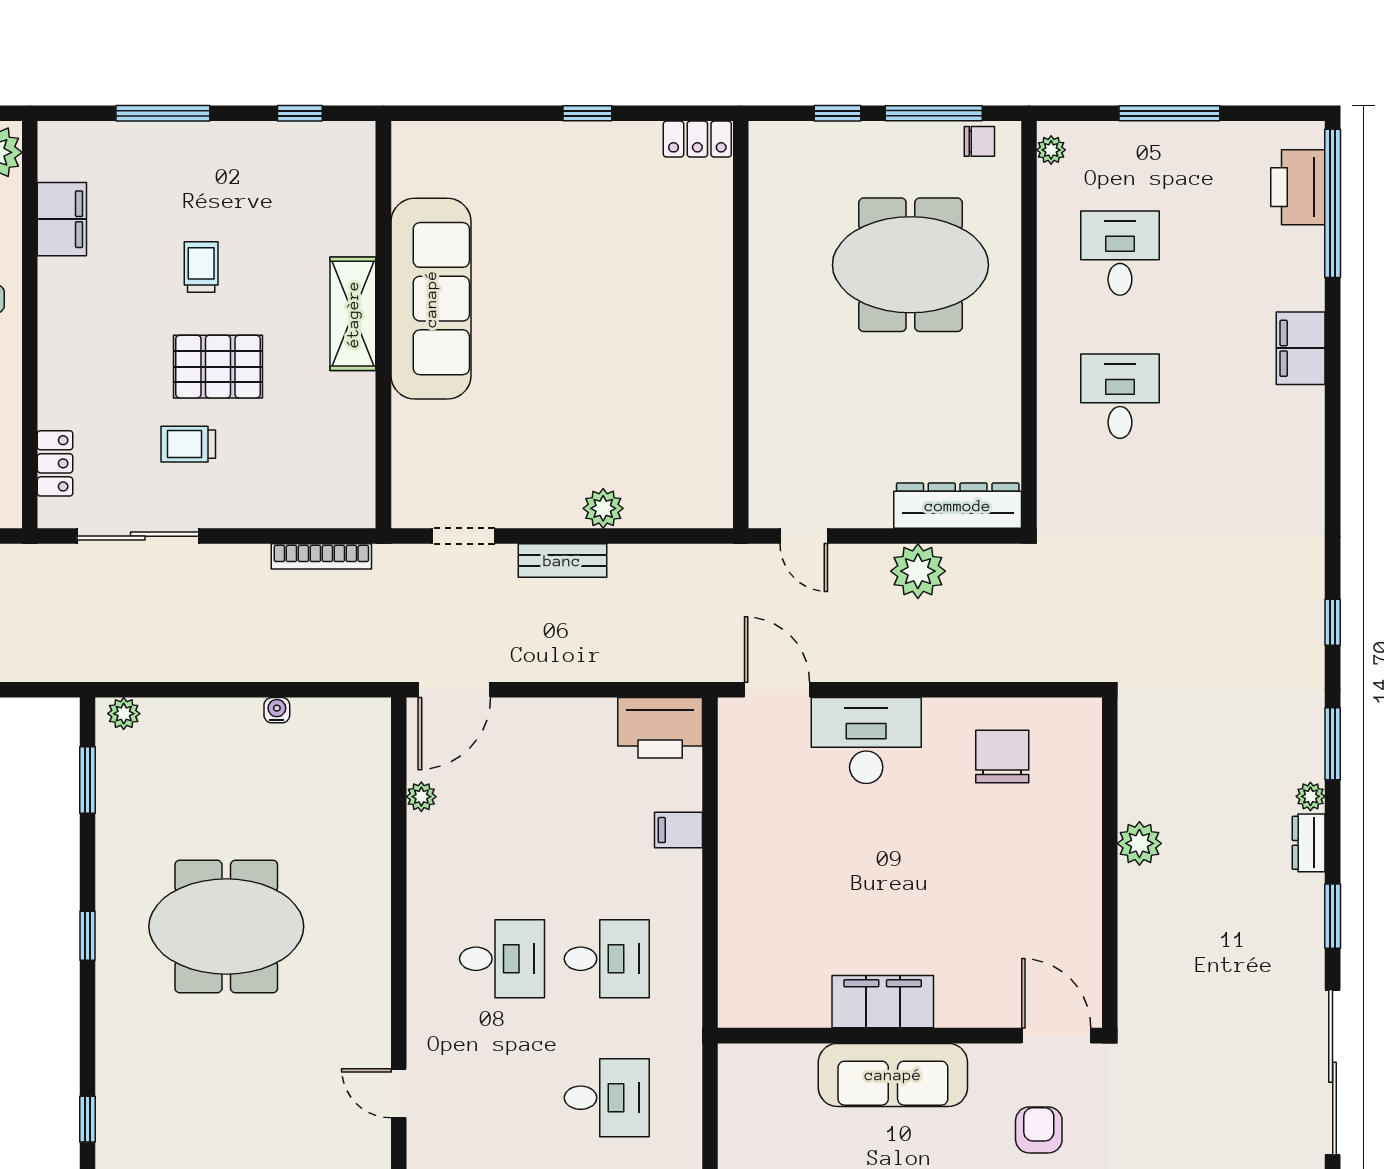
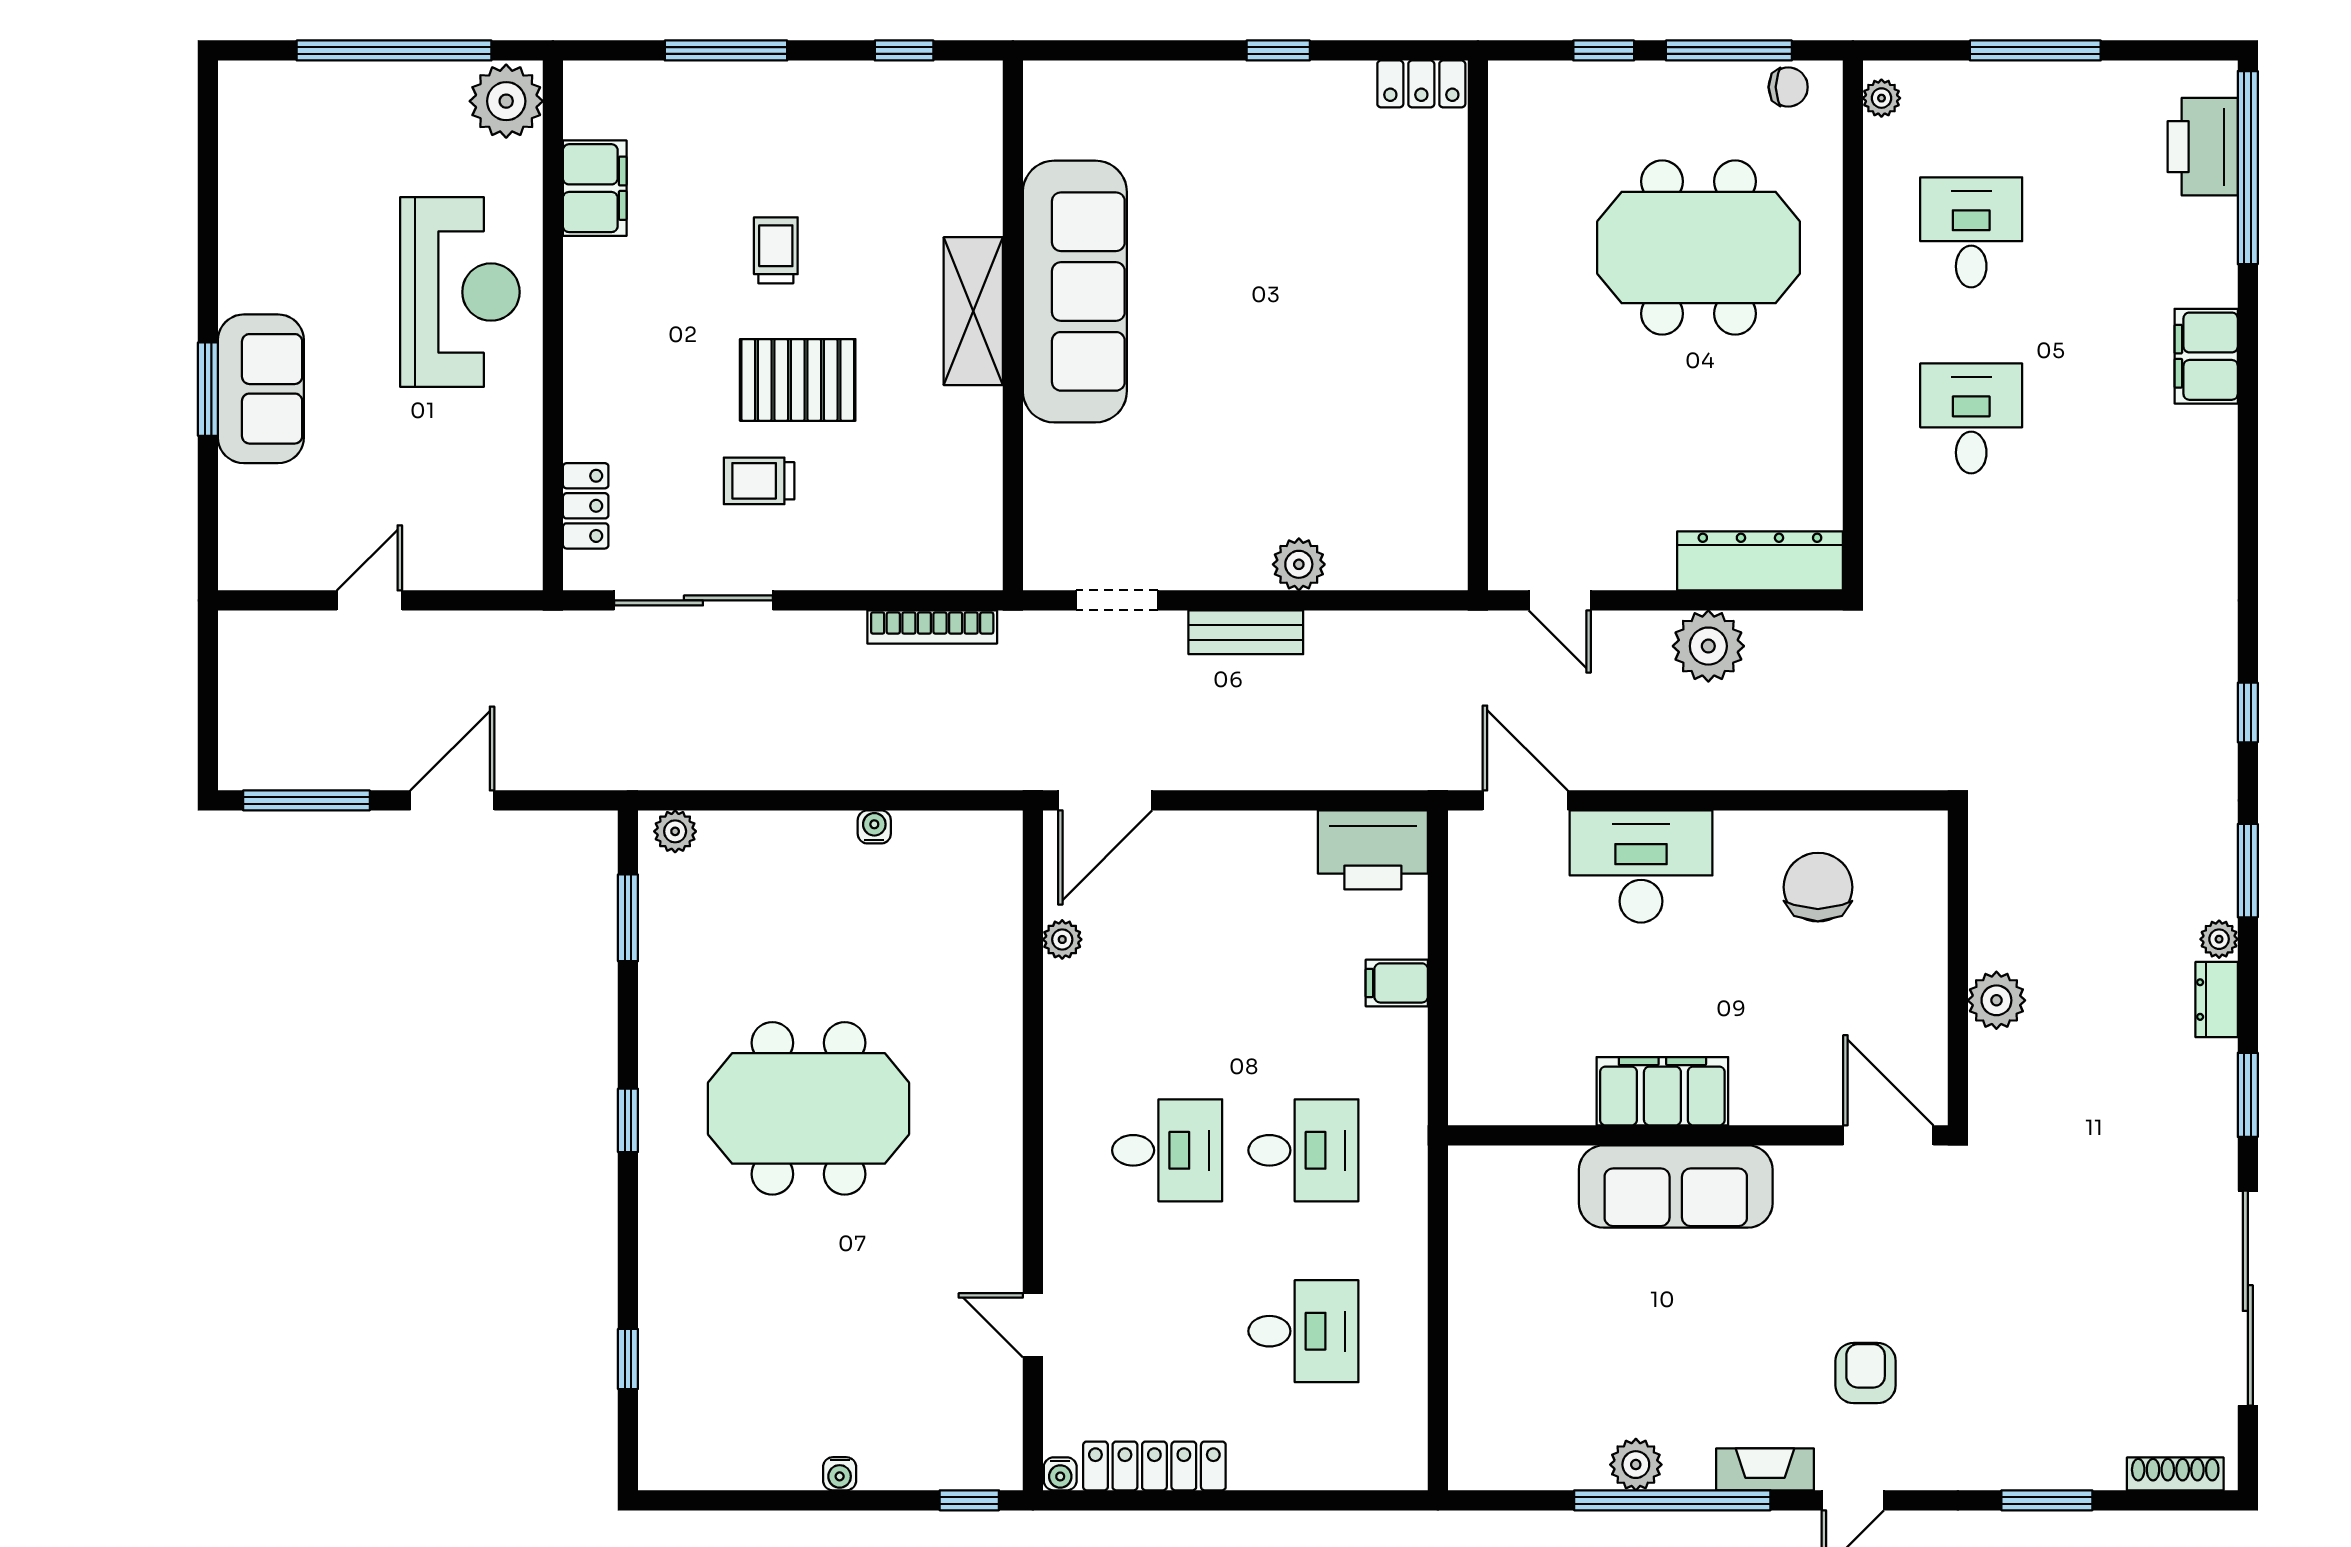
filing cabinet: (883, 1002) -> (1662, 1091), moved
wall: (910, 1036) -> (1698, 1135), moved
door: (1056, 1036) -> (1888, 1135), moved
sofa: (893, 1075) -> (1676, 1187), moved

